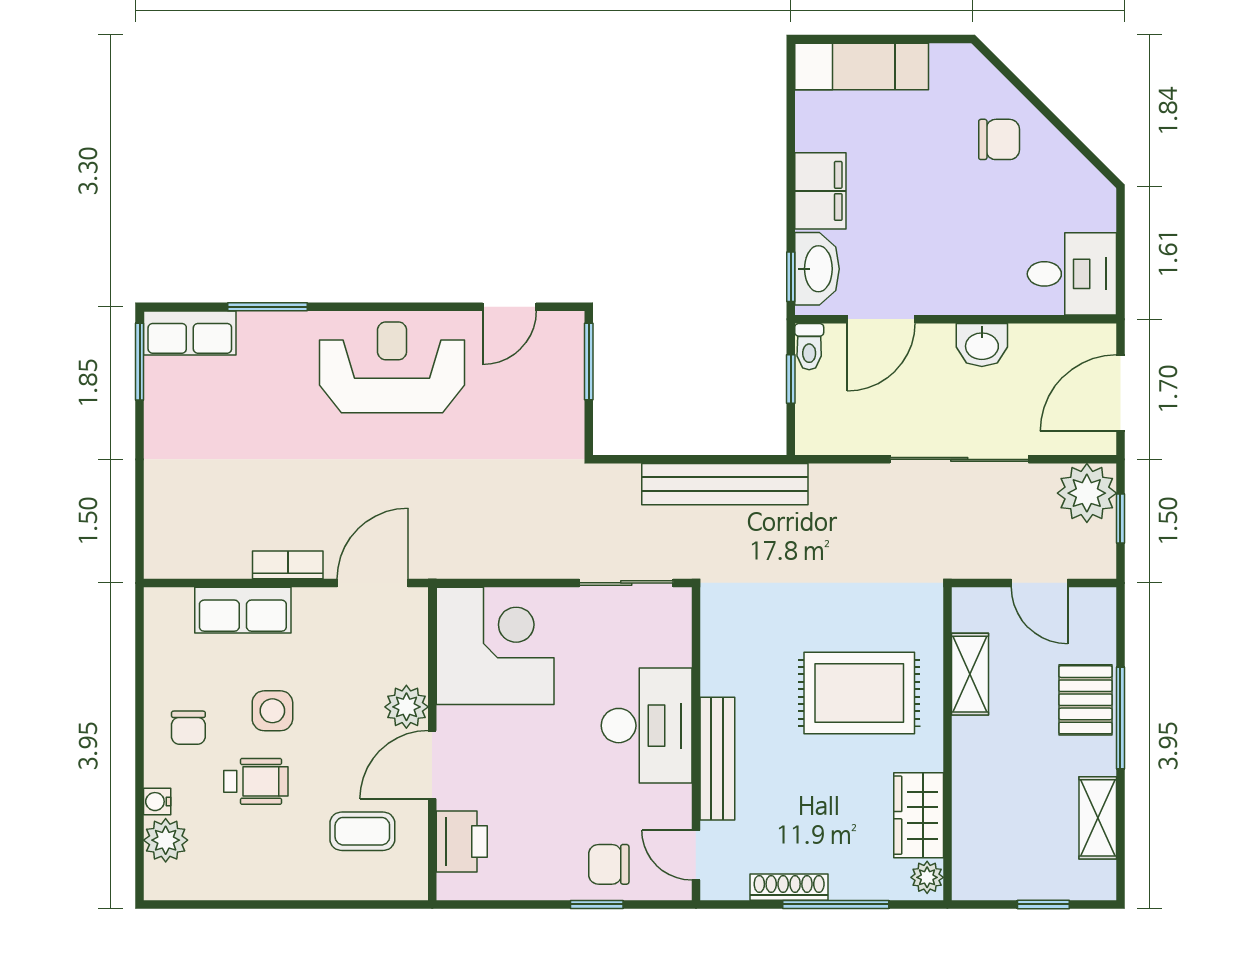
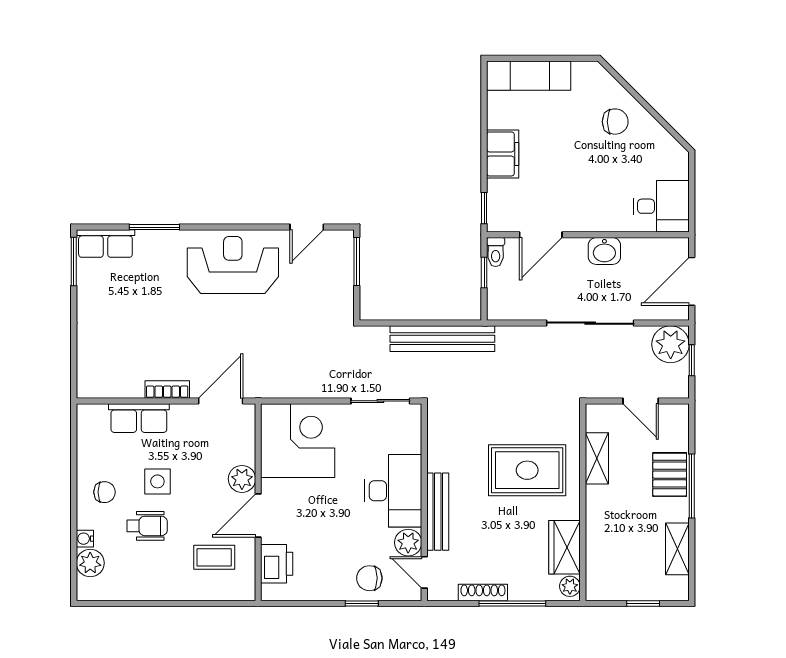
washbasin: (817, 269) -> (501, 203), removed
chair: (188, 728) -> (105, 492), turned -90
plant: (670, 808) -> (408, 543), added

